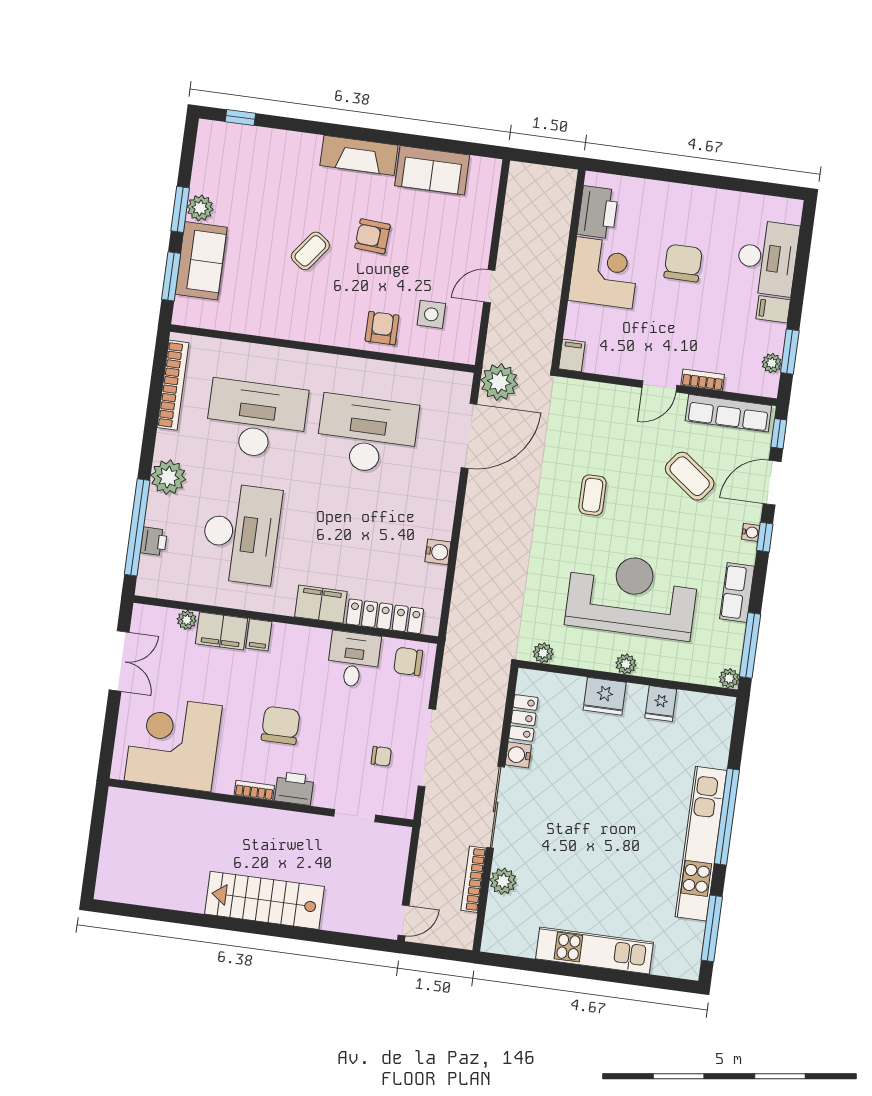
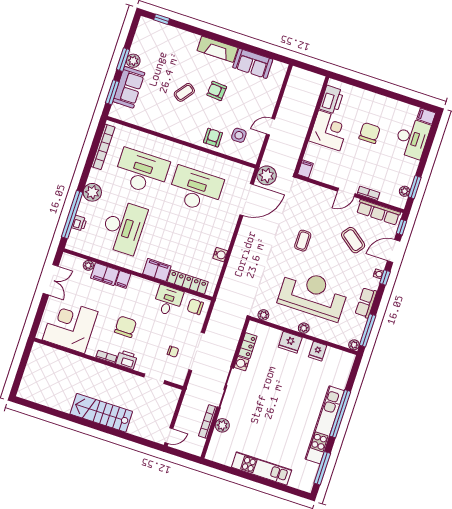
filing cabinet: (773, 309) -> (426, 116), moved

